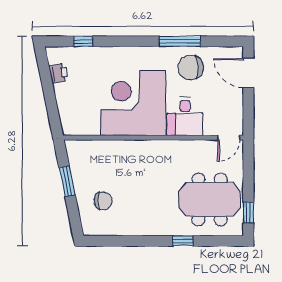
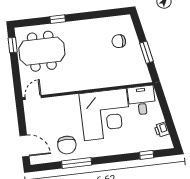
chair: (191, 68) -> (67, 145), turned 94
desk: (185, 116) -> (142, 100), moved

